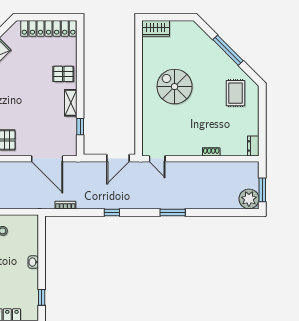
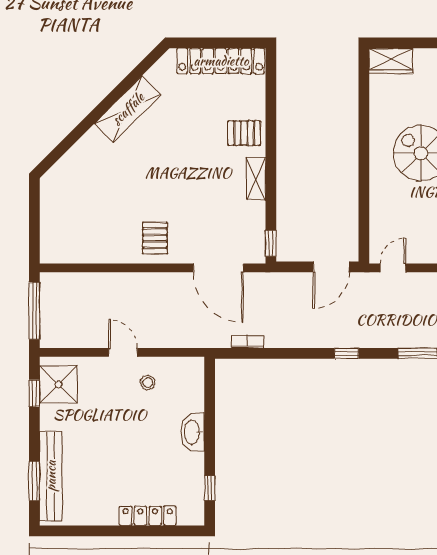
window: (80, 127) -> (271, 243), moved
door: (157, 159) -> (393, 268), swing flipped
window: (112, 213) -> (346, 353), moved
washbasin: (33, 262) -> (193, 432), width x1.91, depth x1.45

